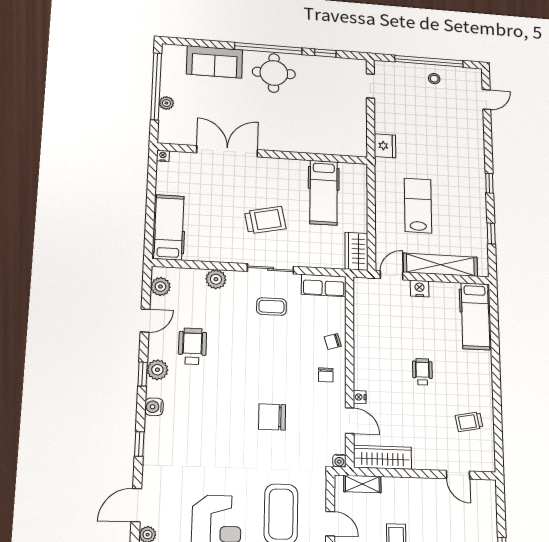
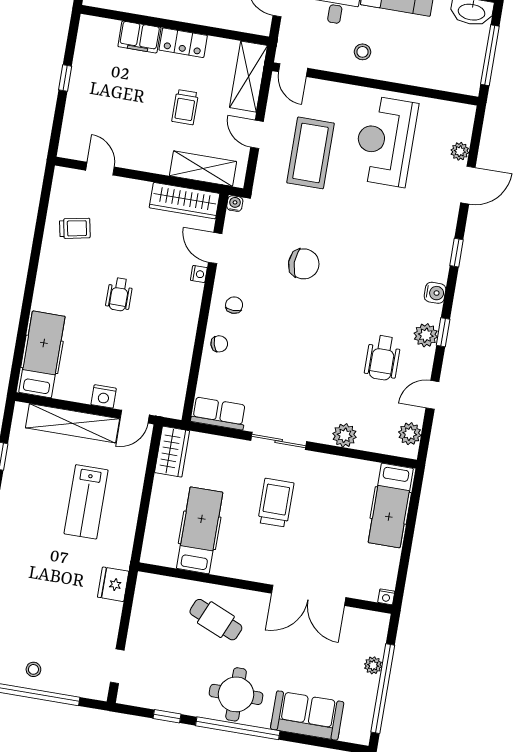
cafe table: (299, 127) -> (216, 620), added
trolley: (265, 220) -> (276, 503), turned 102
coffee table: (271, 307) -> (285, 395), removed
shelving: (362, 484) -> (203, 169), width x1.50, depth x1.33

